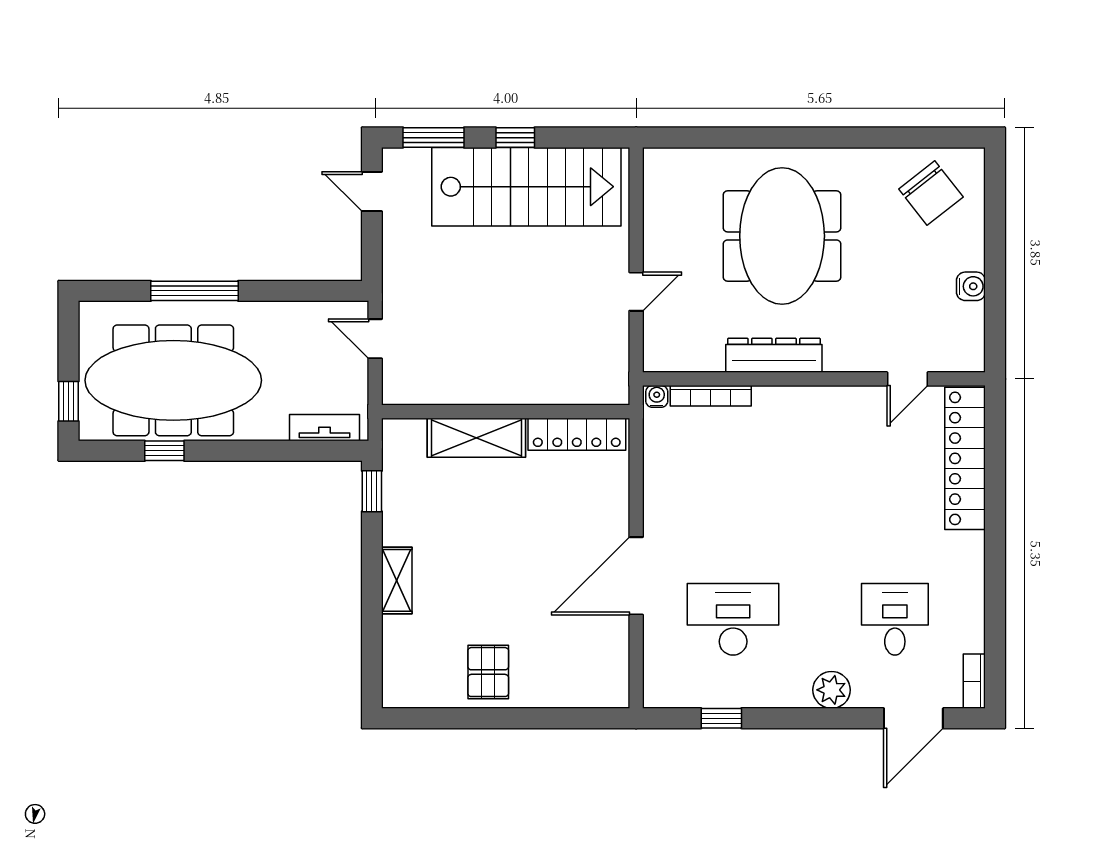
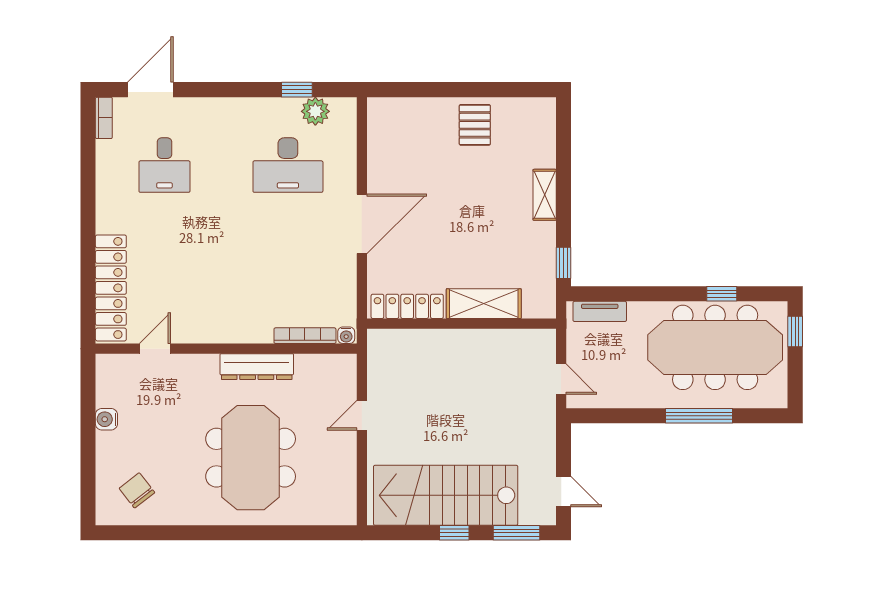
chair: (931, 193) -> (137, 490), width x0.73, depth x0.73
door: (636, 576) -> (362, 224), moved
plant: (832, 690) -> (315, 111), moved

